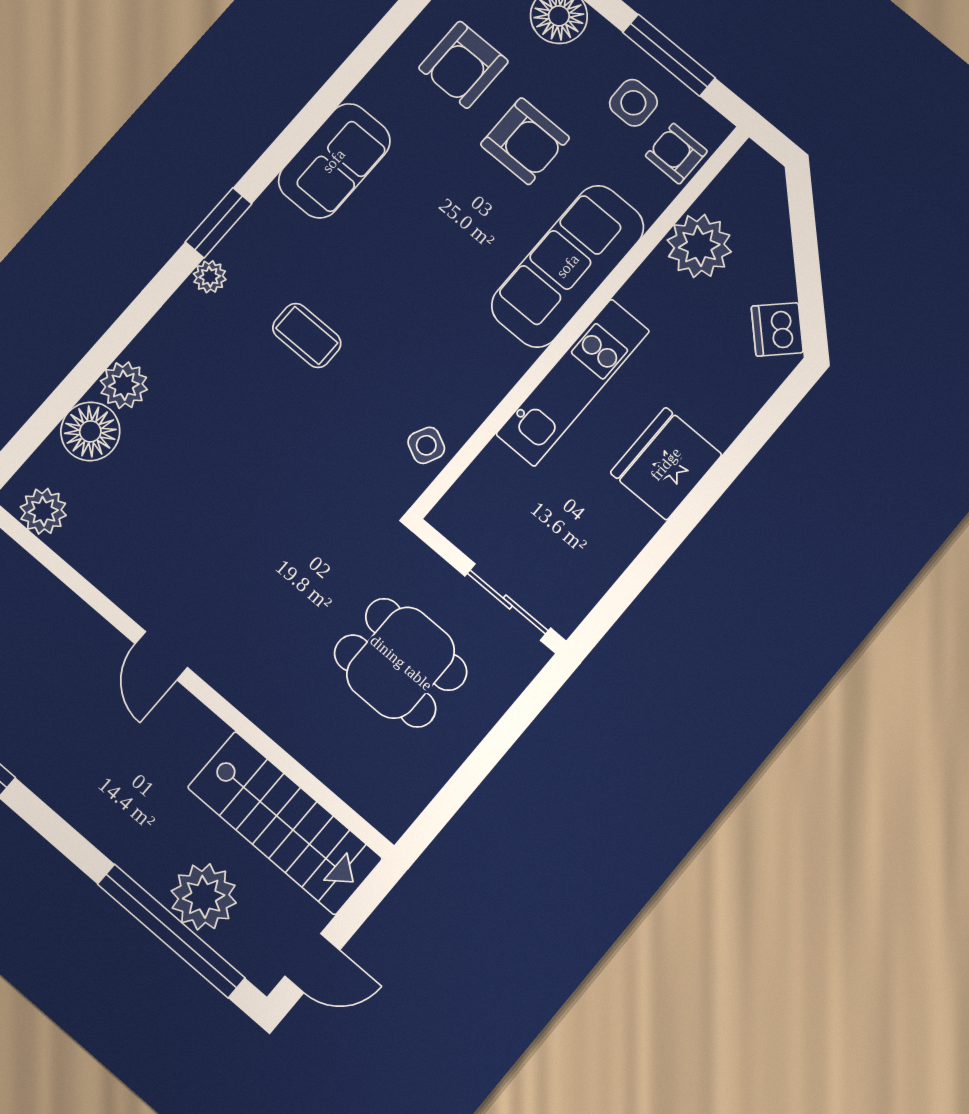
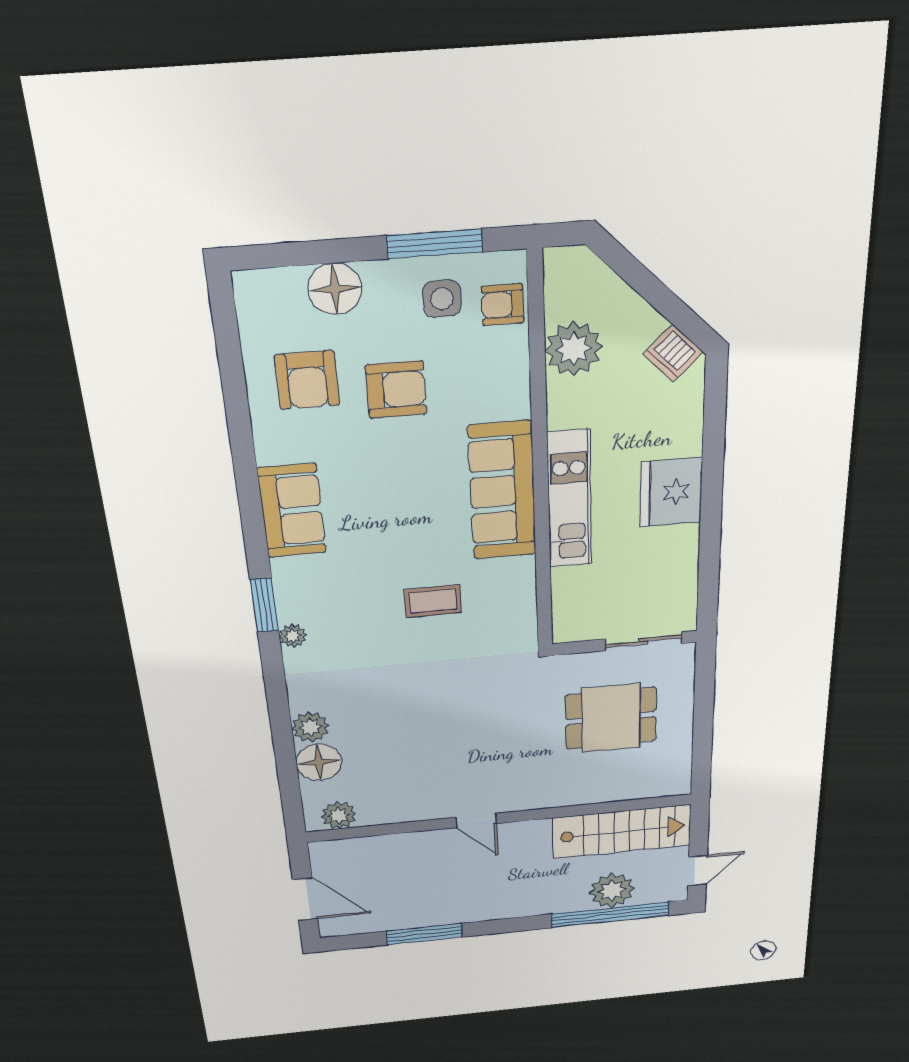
sofa: (568, 266) -> (502, 491), moved
coffee table: (307, 335) -> (433, 601), moved
side table: (426, 445) -> (515, 608), removed

